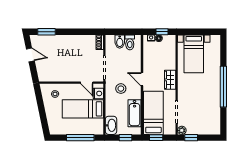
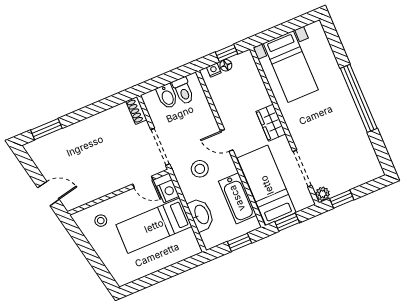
door: (30, 55) -> (48, 194), moved
washbasin: (111, 125) -> (201, 215), moved
window: (80, 138) -> (169, 272), removed

